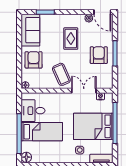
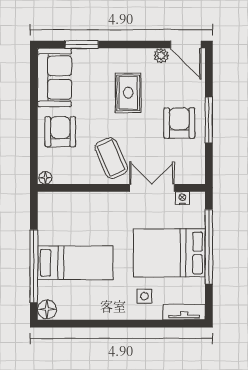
desk: (33, 111) -> (59, 224), removed

